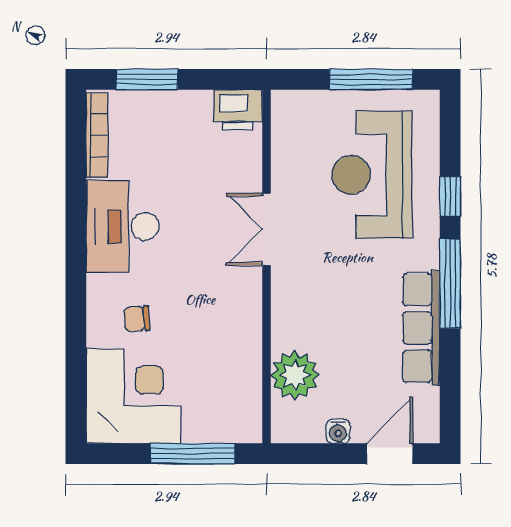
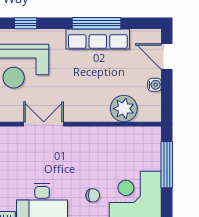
double door: (266, 229) -> (44, 124), swing flipped
window: (450, 284) -> (96, 23), moved
chair: (137, 319) -> (93, 195), turned -86

